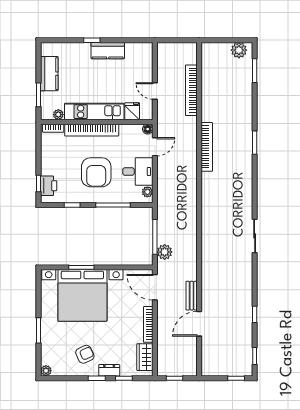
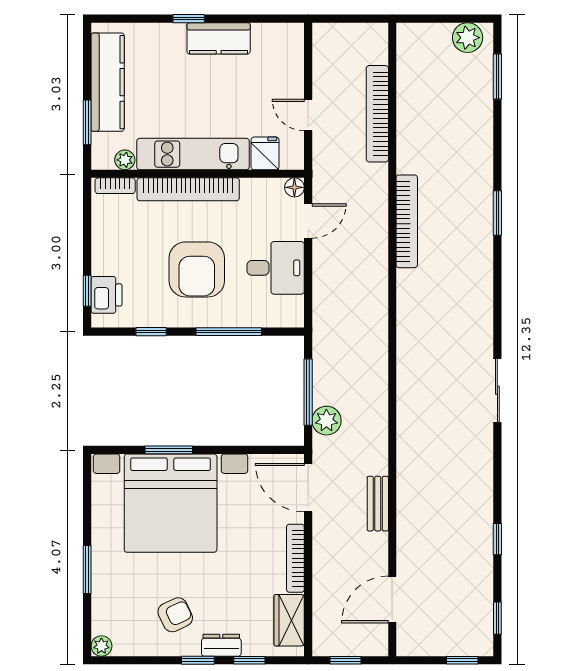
kitchen counter: (49, 74) -> (108, 82), width x1.50
plant: (147, 192) -> (294, 307), removed
door: (199, 324) -> (392, 599), moved

